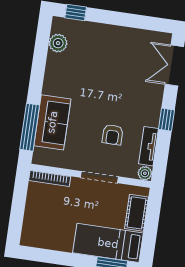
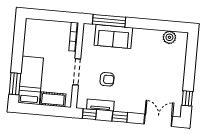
window: (76, 12) -> (187, 98), moved
armchair: (113, 135) -> (107, 79), turned 180
window: (160, 162) -> (89, 114), added
plant: (145, 173) -> (81, 104), removed

